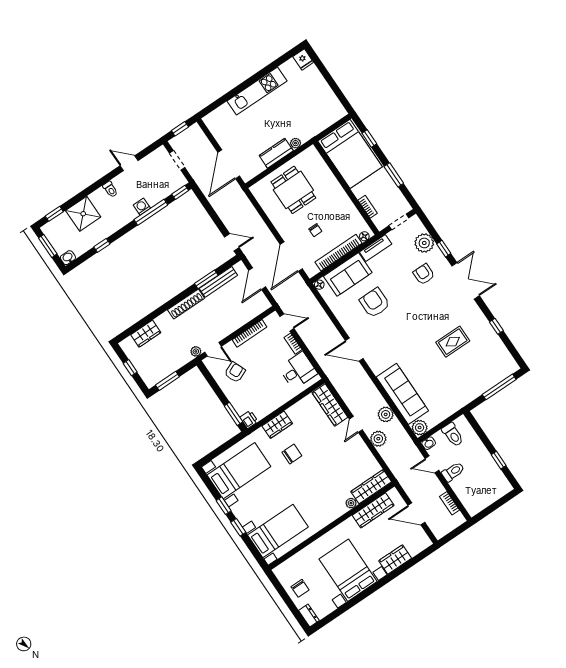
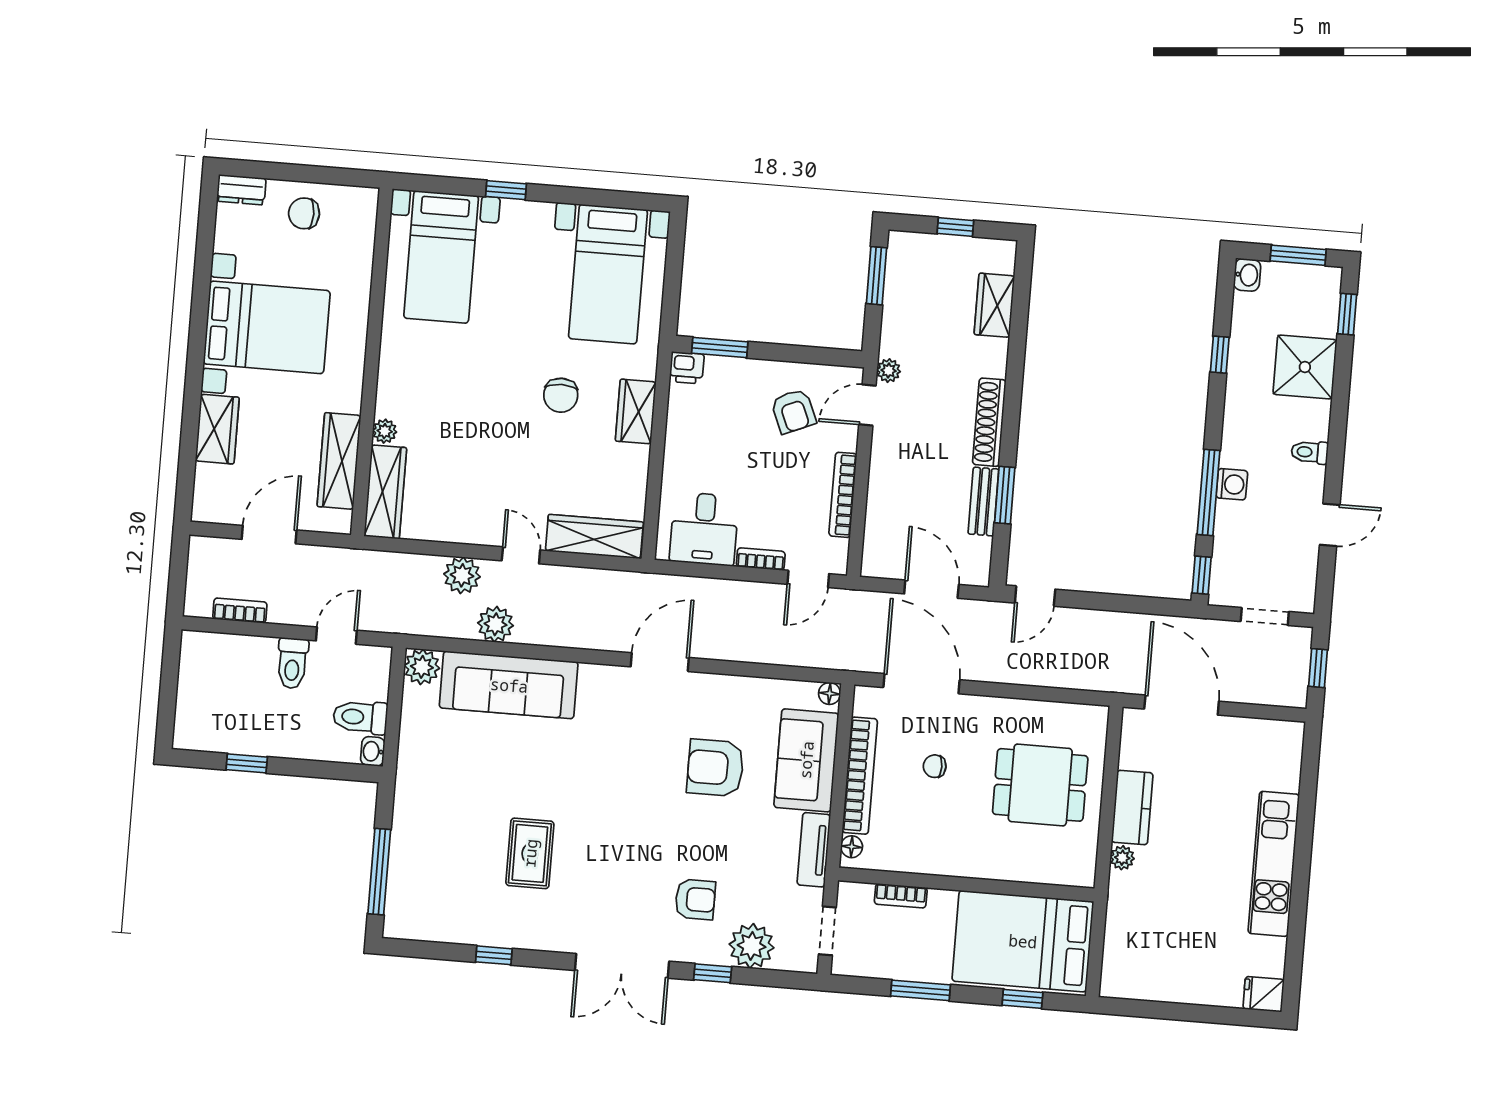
bench: (218, 282) -> (983, 502), width x0.73
armchair: (375, 303) -> (715, 768), turned 180
washbasin: (429, 443) -> (373, 751), moved
window: (224, 506) -> (567, 195), removed

